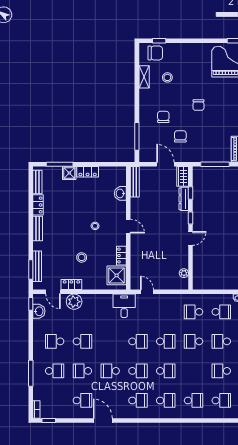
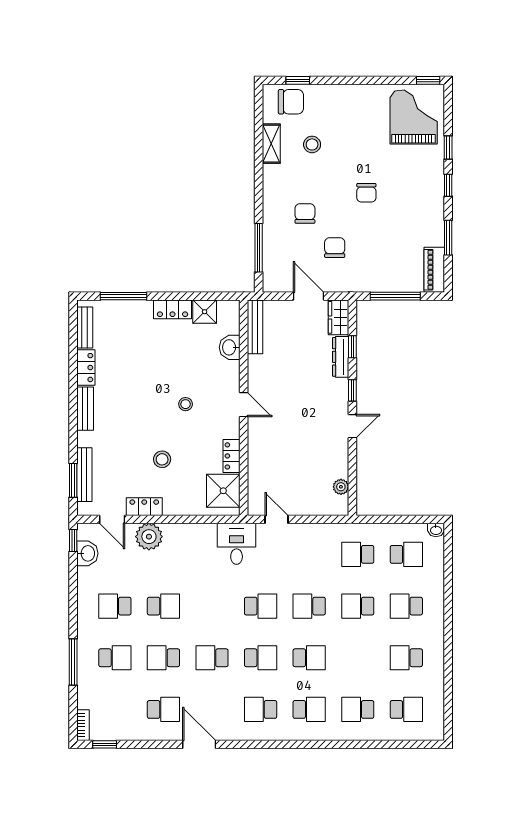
shower: (69, 173) -> (205, 312), moved
school desk: (166, 341) -> (309, 606), turned 180
school desk: (138, 400) -> (261, 709), turned 180
school desk: (193, 400) -> (358, 709), turned 180

